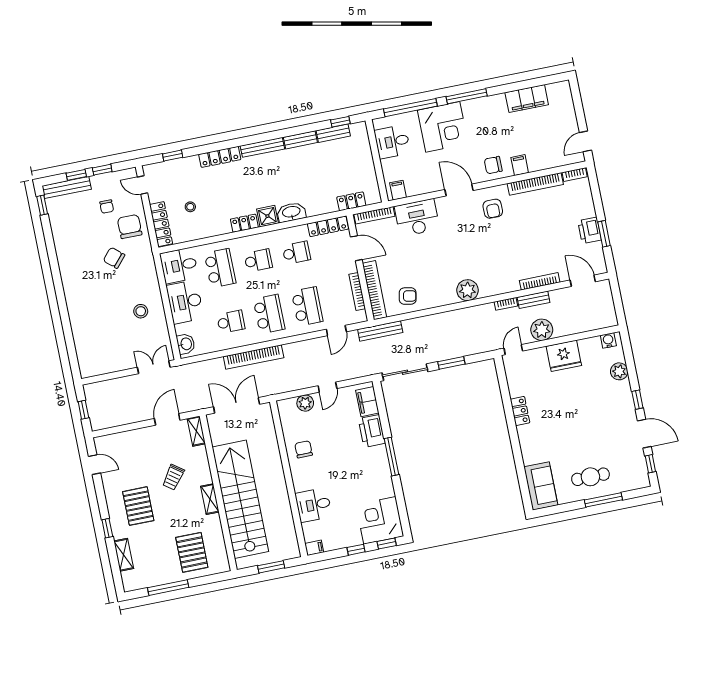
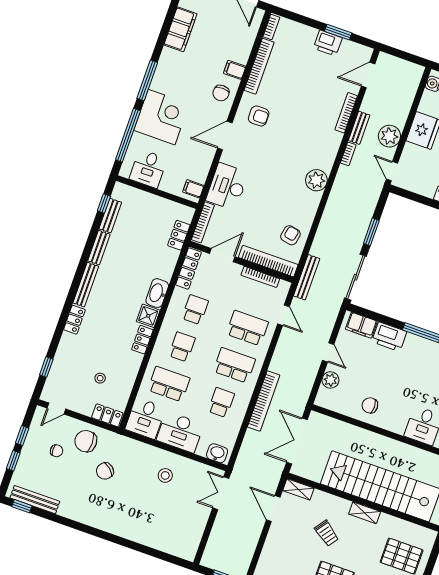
locker: (220, 157) -> (74, 320), width x0.66
bench: (67, 187) -> (35, 500), moved, turned 90
locker: (161, 224) -> (107, 415), width x0.66

